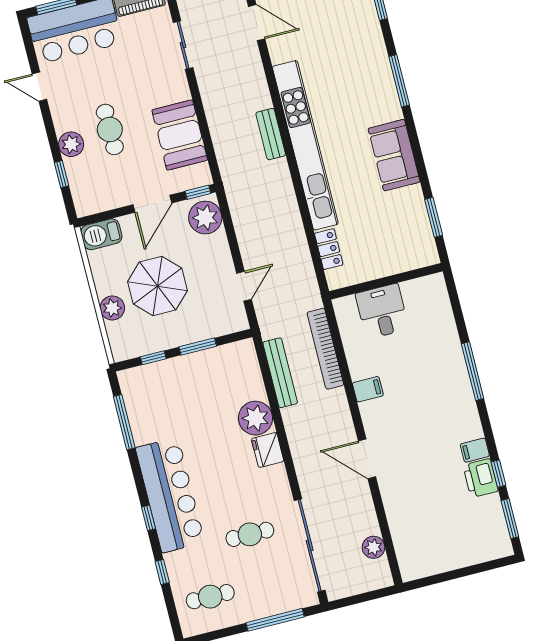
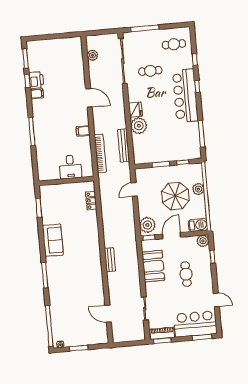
plant: (71, 144) -> (203, 241), moved
kitchen unit: (305, 145) -> (94, 252), removed

